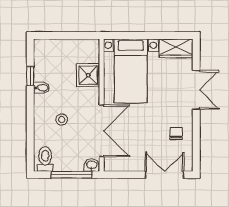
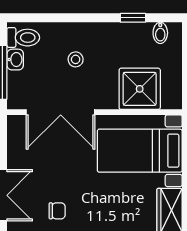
shower: (88, 75) -> (140, 89), width x1.36, depth x1.36
bidet: (42, 88) -> (160, 33), moved
washbasin: (92, 165) -> (15, 60), moved

